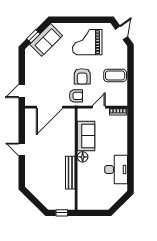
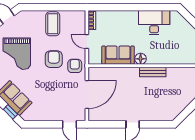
armchair: (82, 76) -> (54, 59), turned -90
door: (49, 107) -> (87, 94), hinge flipped
bench: (70, 173) -> (153, 72), width x0.73

